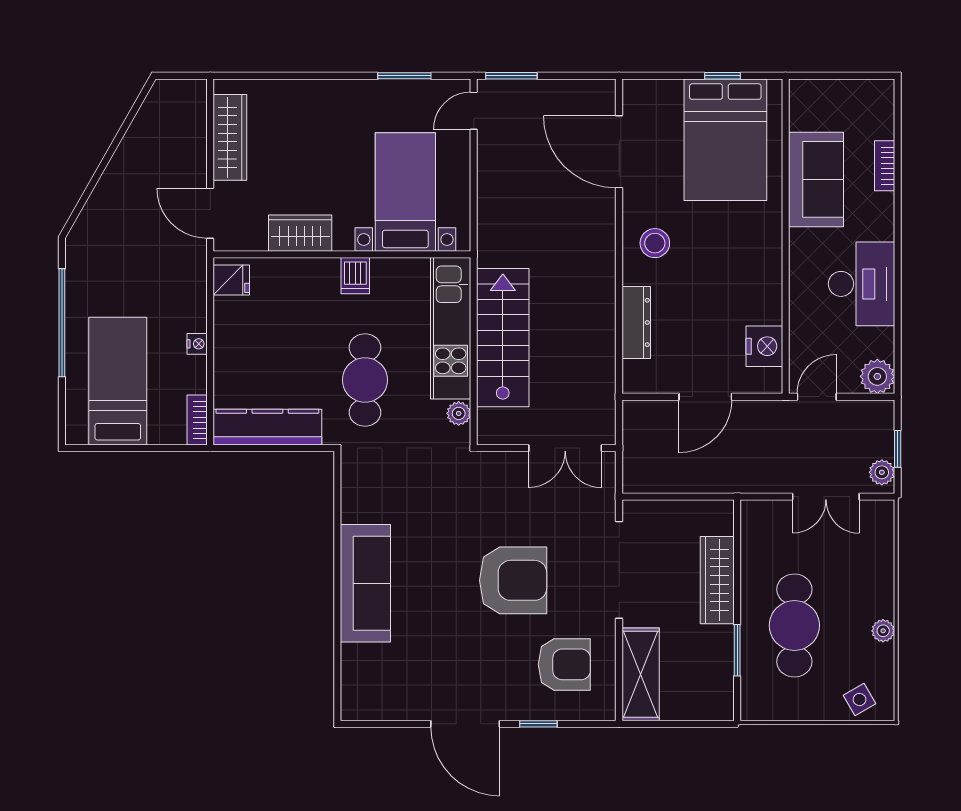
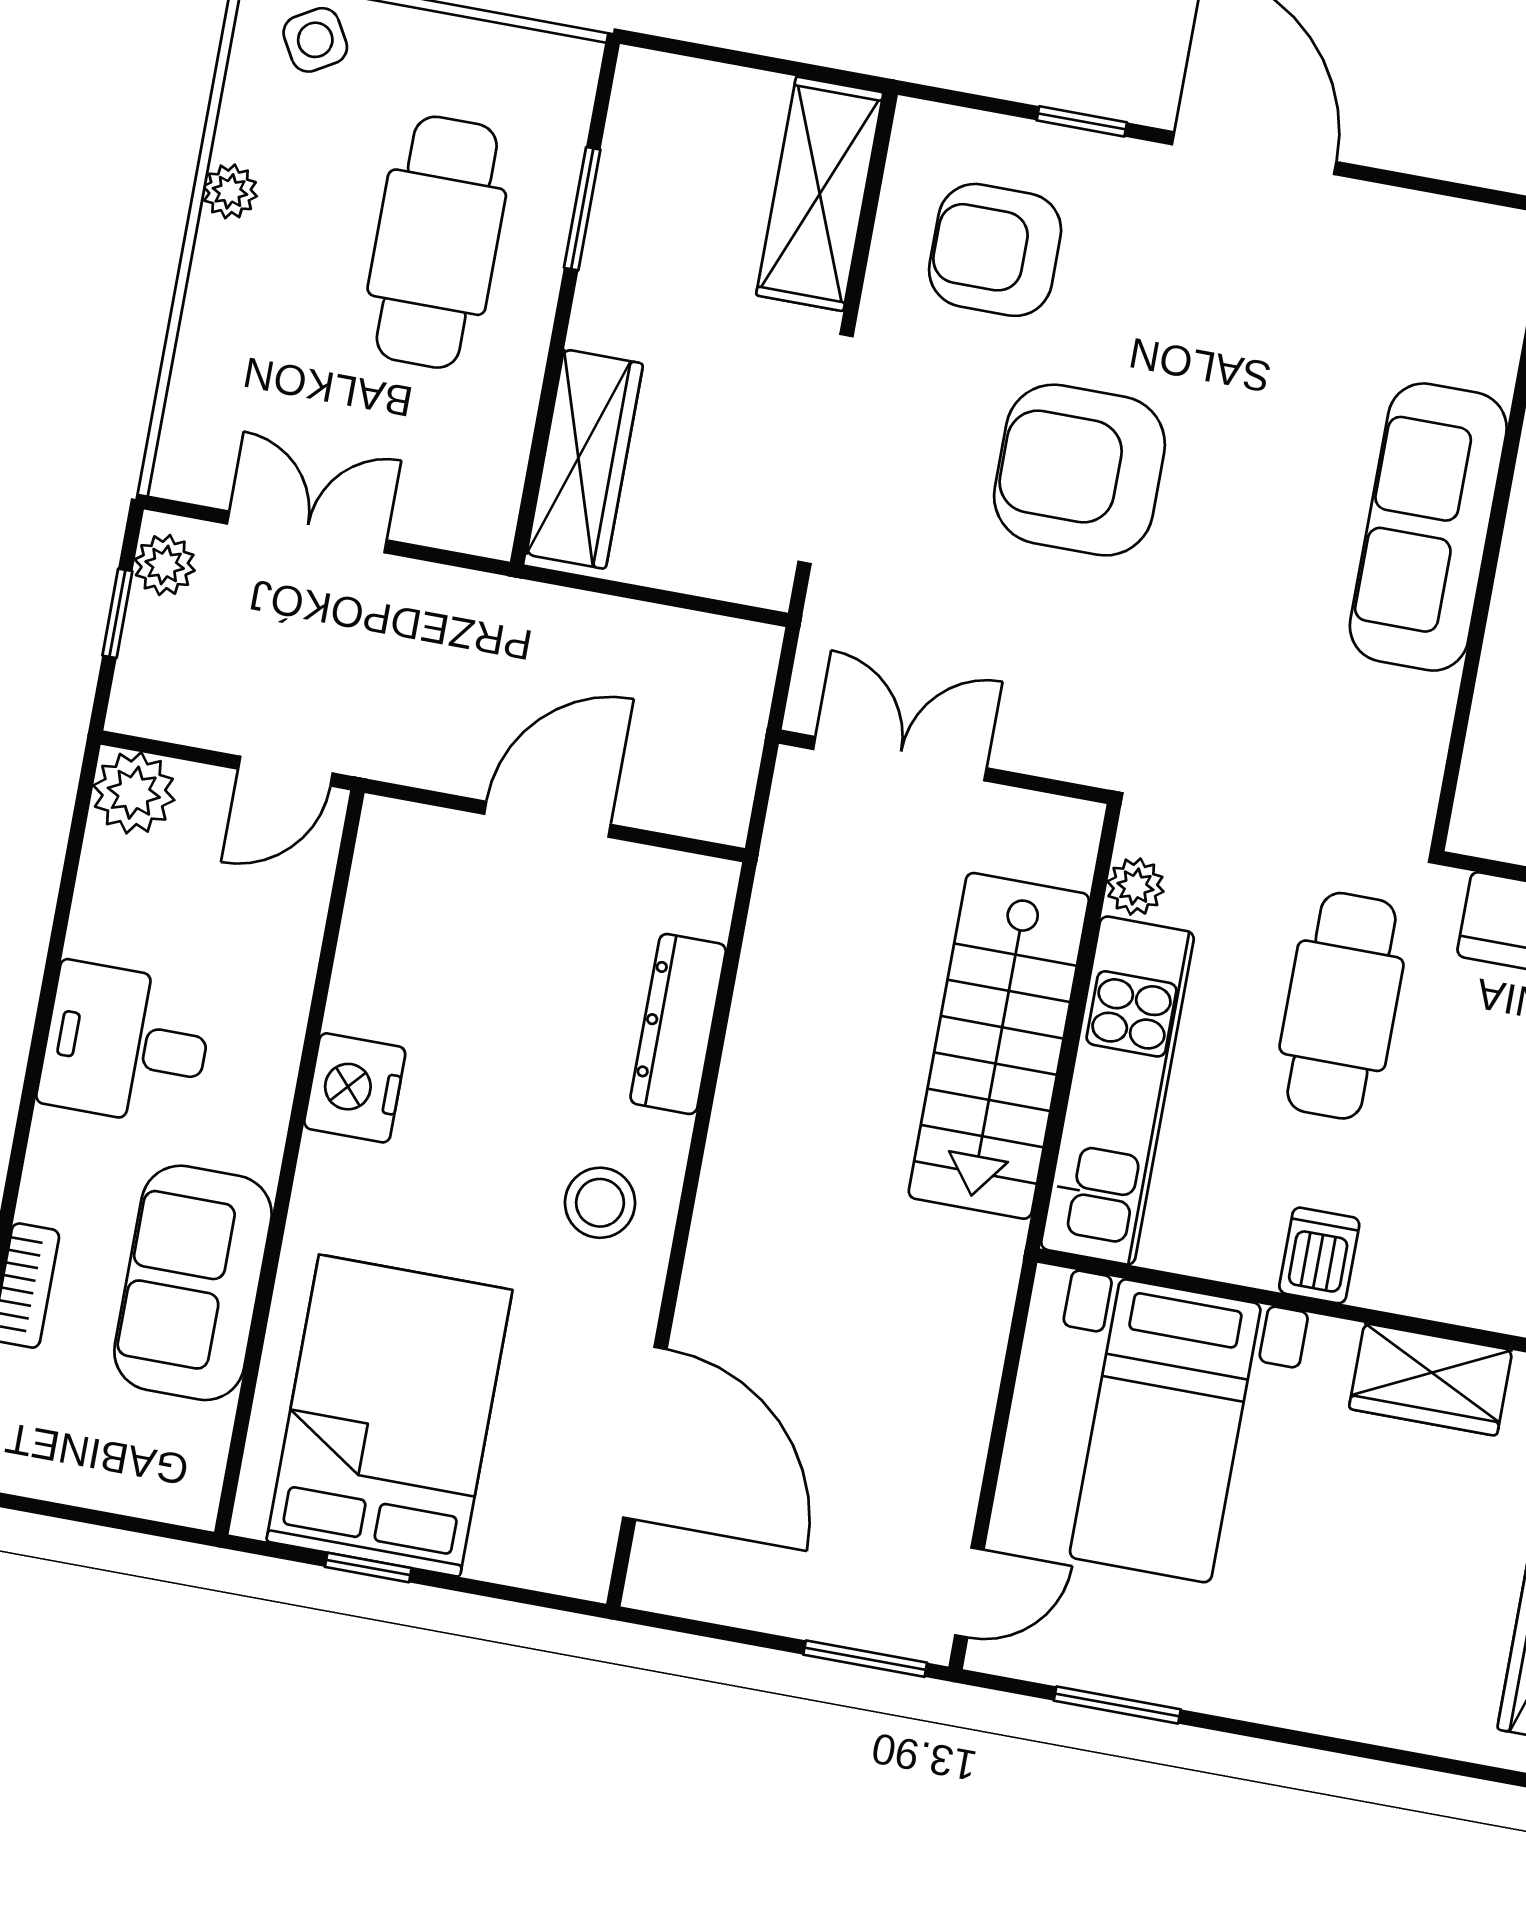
desk: (862, 284) -> (126, 1044), width x0.73
nightstand: (764, 346) -> (355, 1088), moved
wardrobe: (717, 580) -> (585, 459), moved

